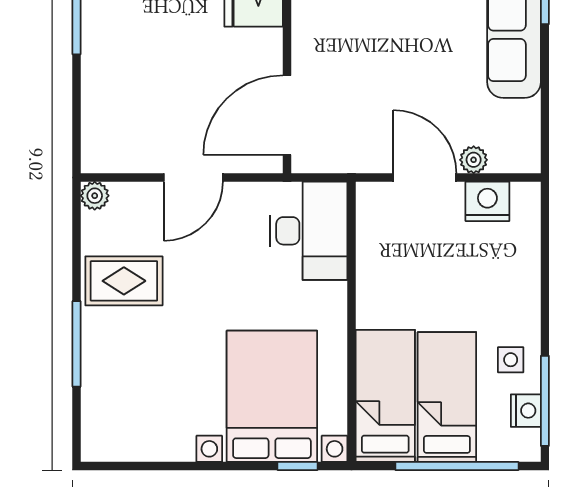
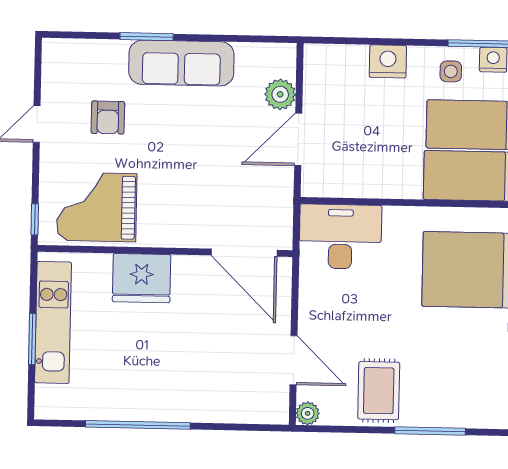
plant: (474, 160) -> (280, 94), width x1.38, depth x1.38
door: (193, 178) -> (294, 360), moved
nightstand: (487, 201) -> (388, 61), moved, turned 90

